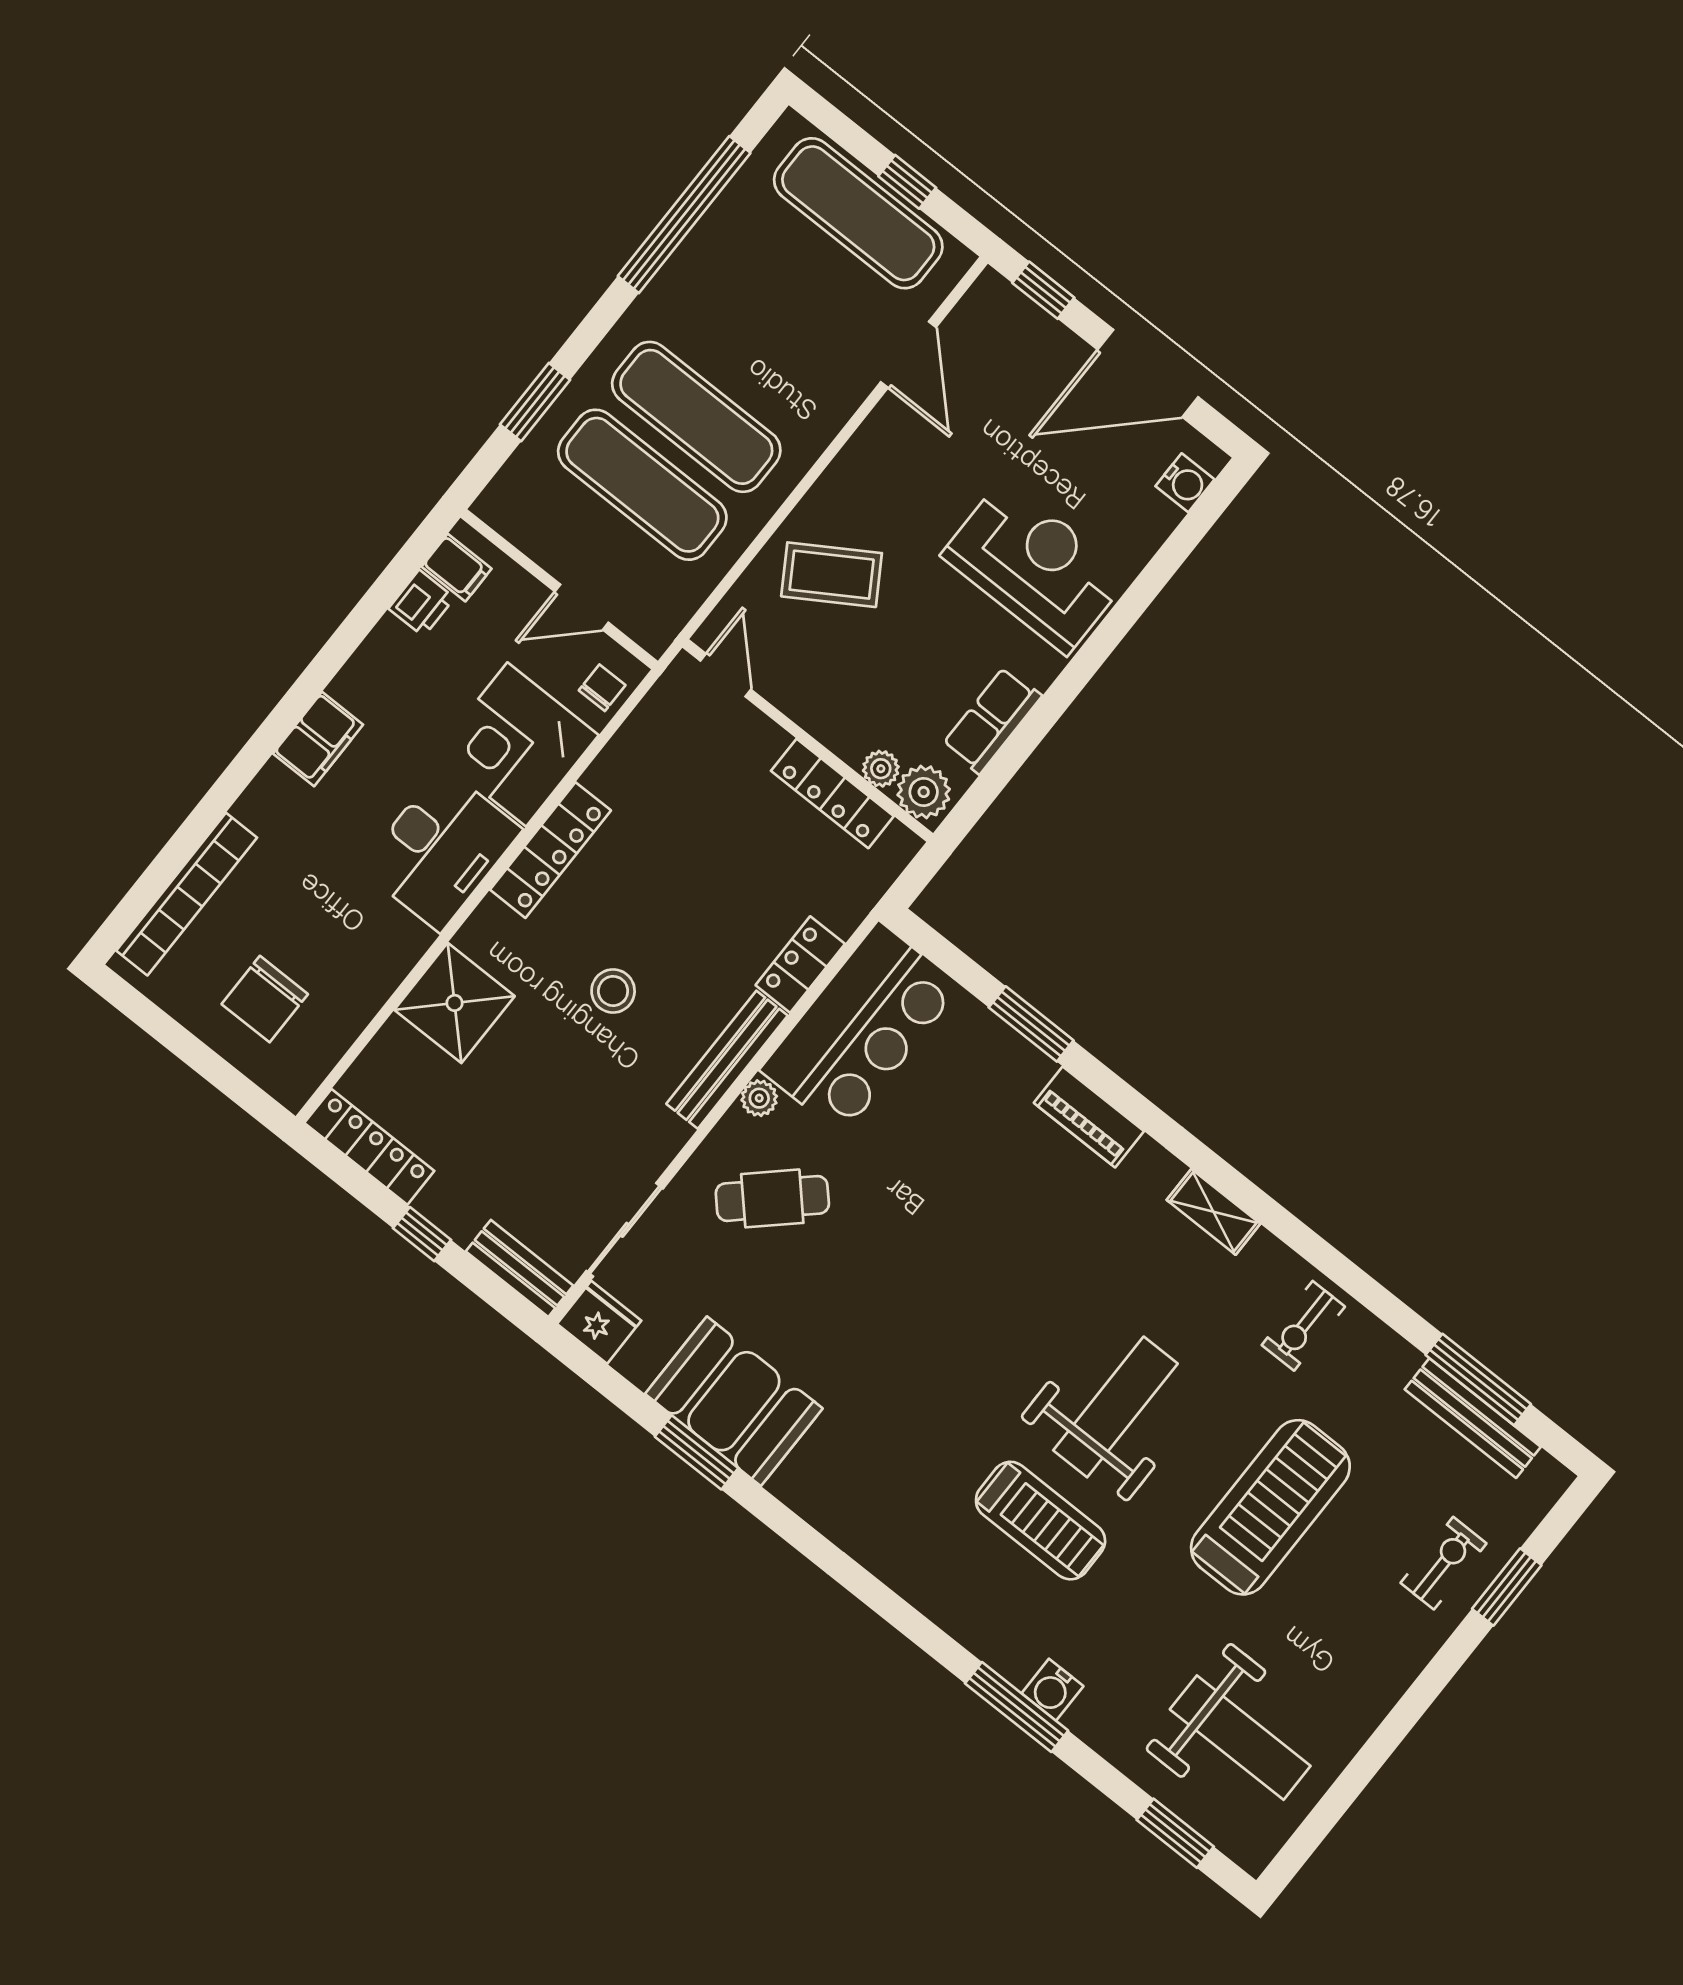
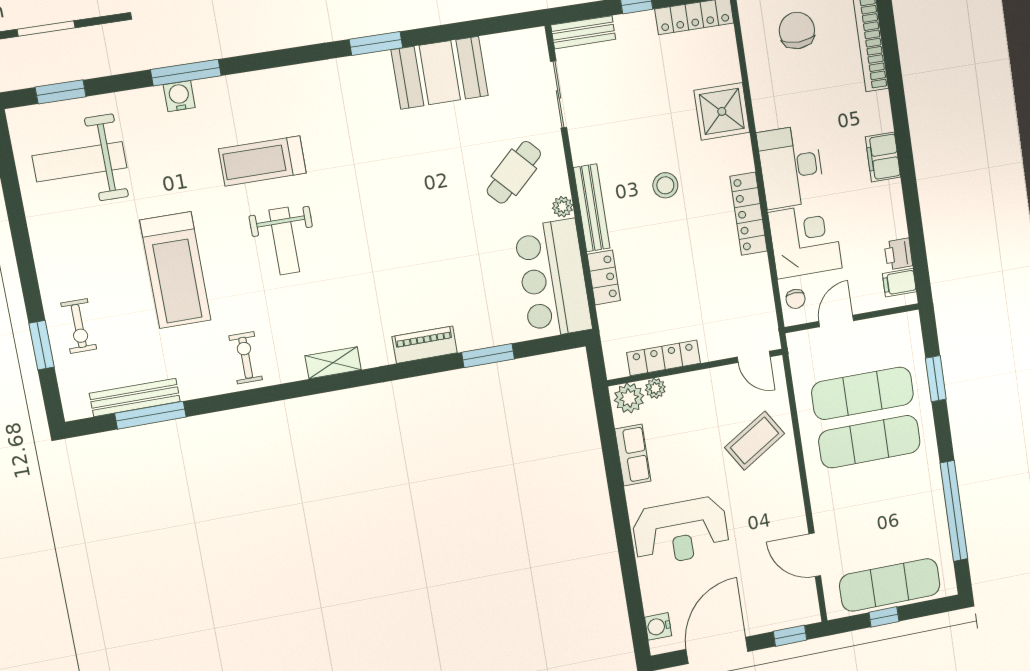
fridge: (599, 1322) -> (528, 45), removed
weight bench: (1115, 1407) -> (284, 241), width x0.73, depth x0.75
window: (696, 1452) -> (376, 43), moved

